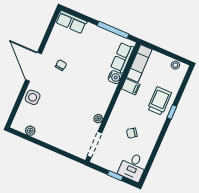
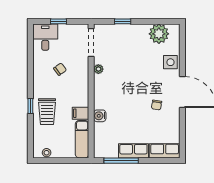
row of seats: (122, 57) -> (133, 151), moved, turned -90
plant: (30, 131) -> (159, 34), width x1.87, depth x1.87
window: (59, 151) -> (123, 21), added

